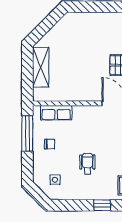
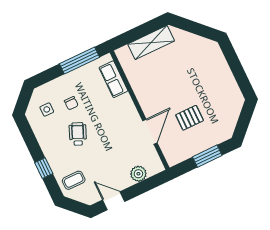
chair: (50, 144) -> (71, 103), moved
wheelchair: (87, 164) -> (78, 134), turned -67

